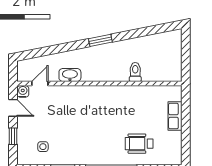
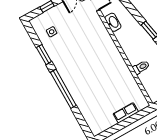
wheelchair: (139, 144) -> (92, 98), removed

